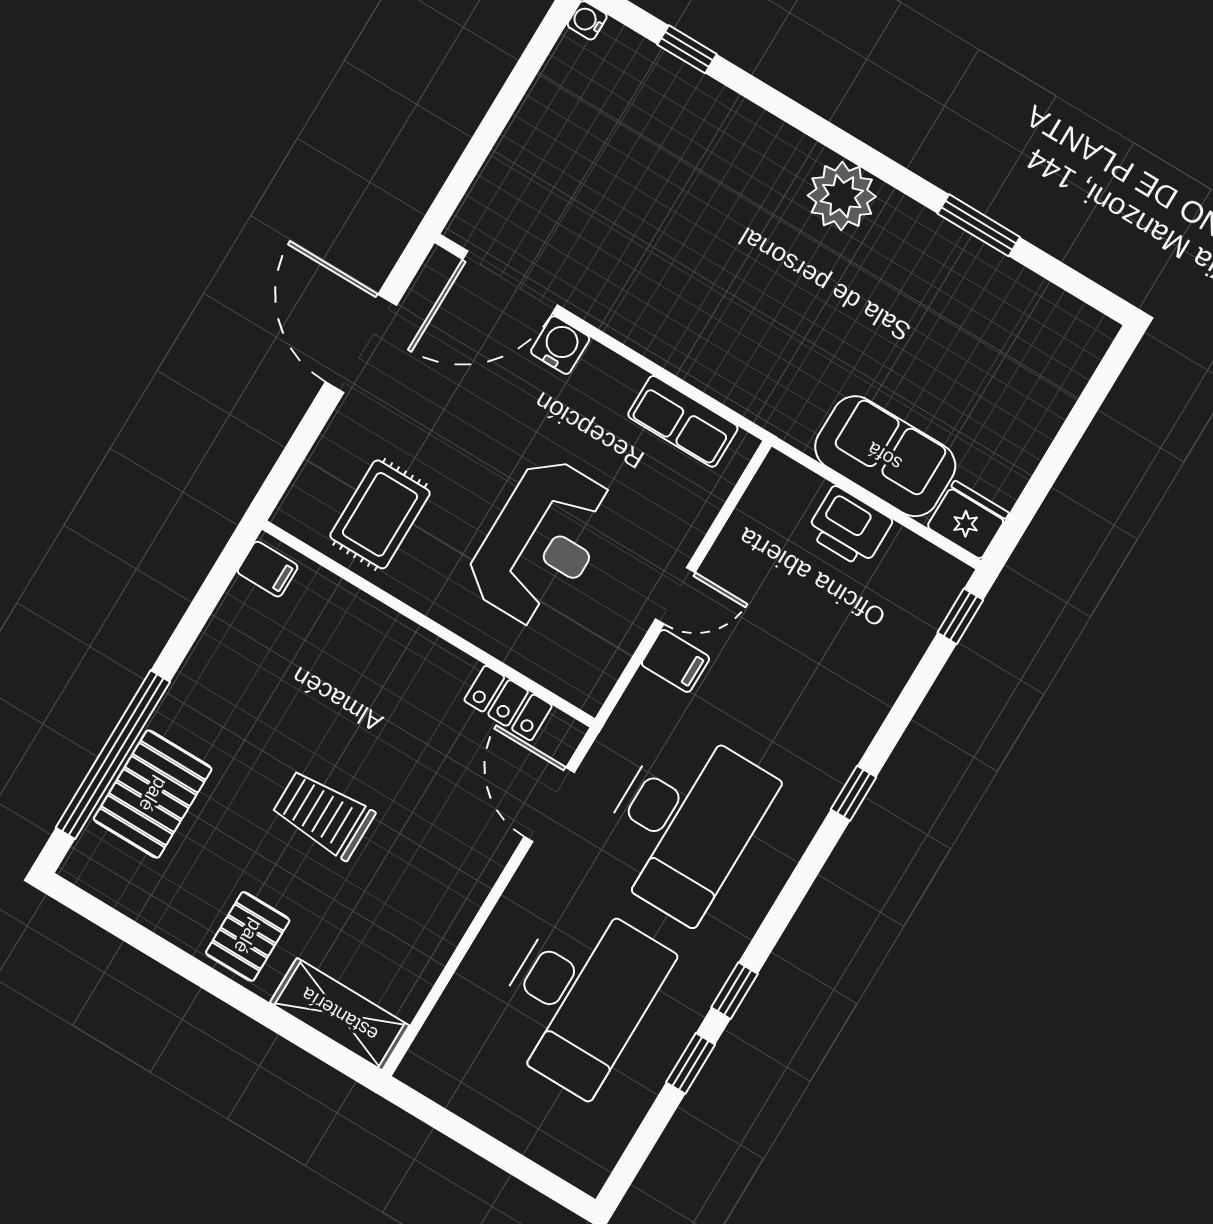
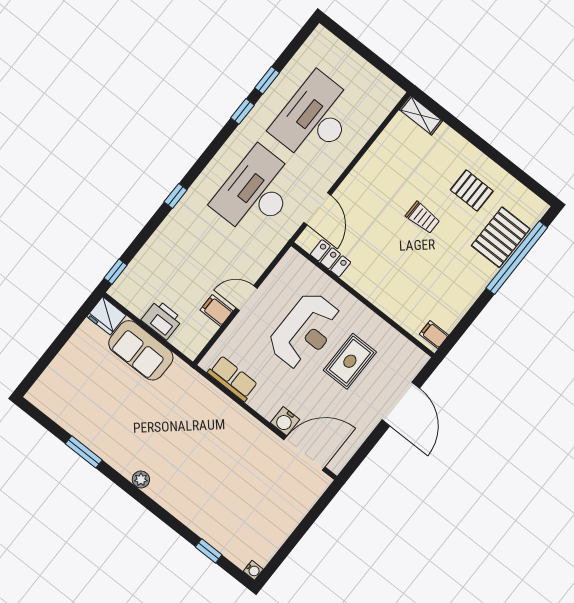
plant: (842, 196) -> (141, 479), width x0.53, depth x0.53
door: (361, 343) -> (401, 404), moved
rug: (380, 514) -> (350, 361), moved
reception desk: (542, 542) -> (305, 331), turned 180
filing cabinet: (675, 661) -> (217, 310), moved
trolley: (323, 814) -> (423, 218), width x0.73, depth x0.72
pallet: (248, 936) -> (472, 191), moved, turned 90
shelving: (340, 1014) -> (421, 115), width x0.67, depth x0.75

